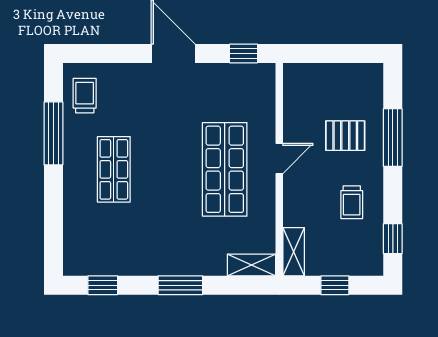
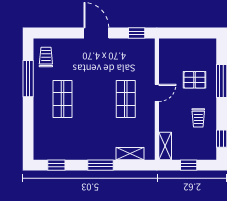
shop shelf: (225, 169) -> (126, 99), width x0.70, depth x0.74
shelving: (252, 265) -> (130, 154), moved

